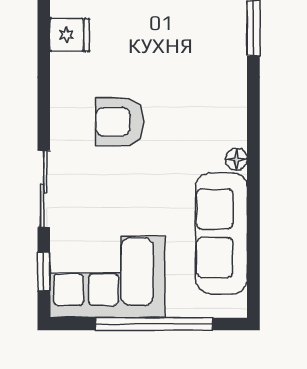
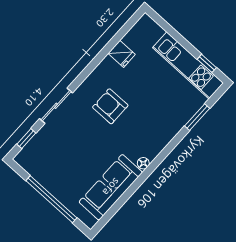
corner sofa: (107, 277) -> (50, 164), removed

